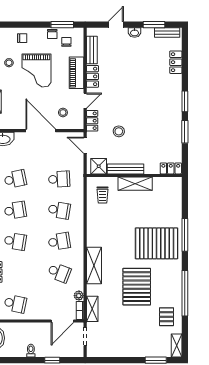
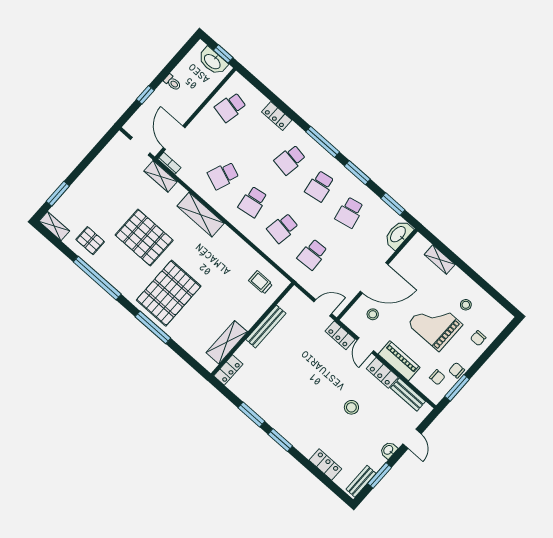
stool: (119, 131) -> (351, 407), moved
shower: (99, 166) -> (291, 303), removed
shelving: (135, 184) -> (227, 342), moved
plant: (79, 296) -> (185, 175), removed

